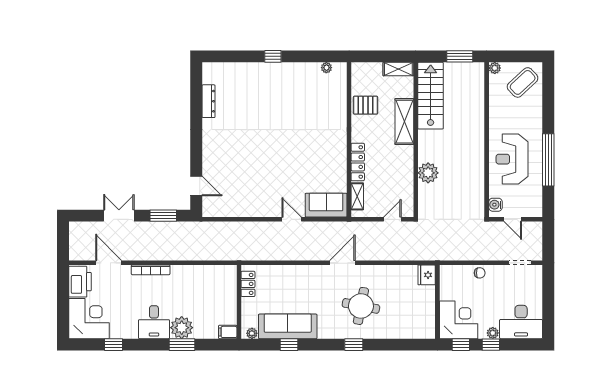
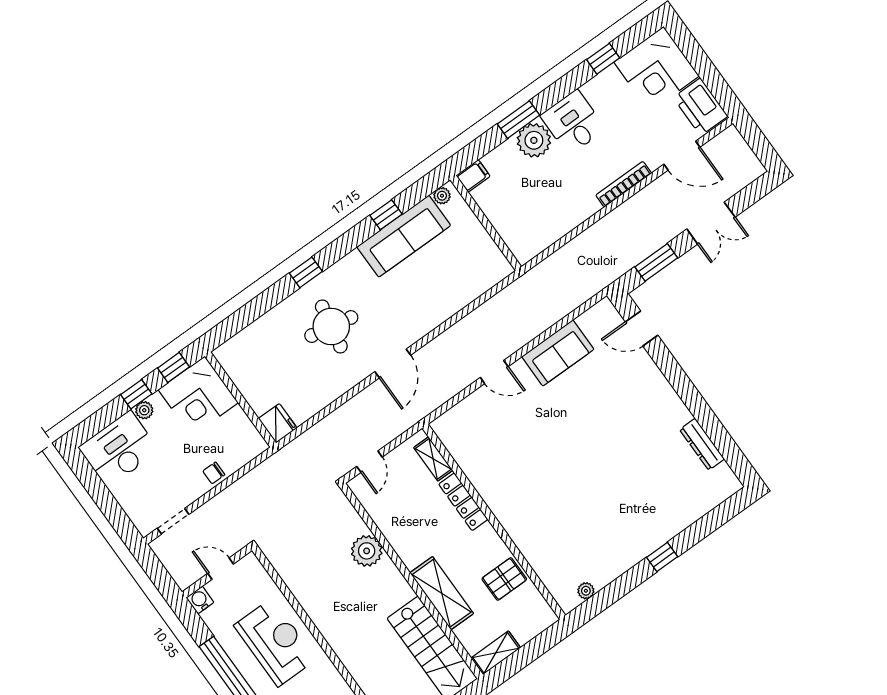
sofa: (326, 205) -> (558, 353), moved
water cooler: (495, 205) -> (200, 600), moved, turned -90
locker: (248, 284) -> (491, 253), removed

